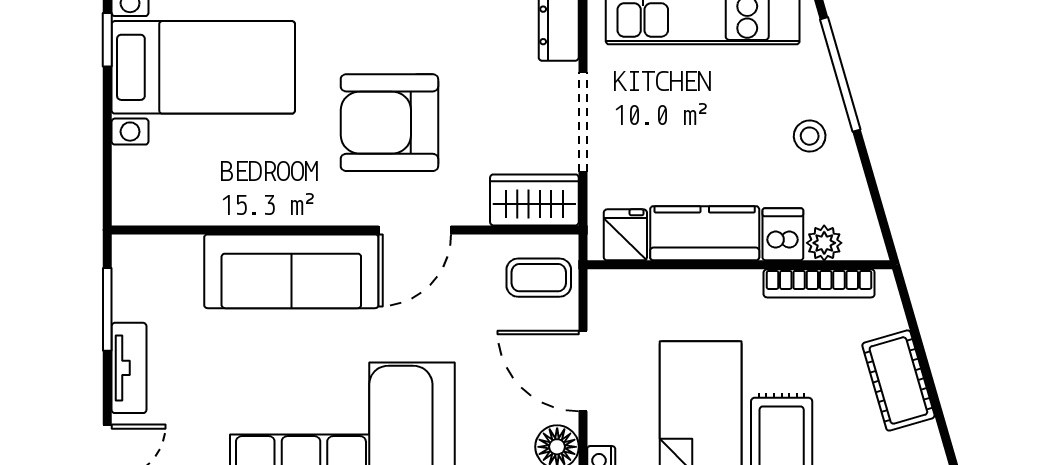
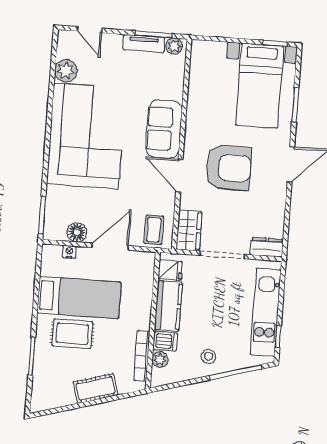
armchair: (389, 123) -> (229, 168), turned 90
plant: (130, 263) -> (174, 46), added
sofa: (291, 271) -> (164, 129), width x0.73
tv unit: (129, 368) -> (144, 43), moved

